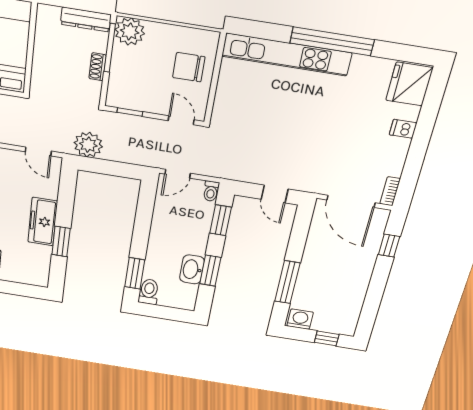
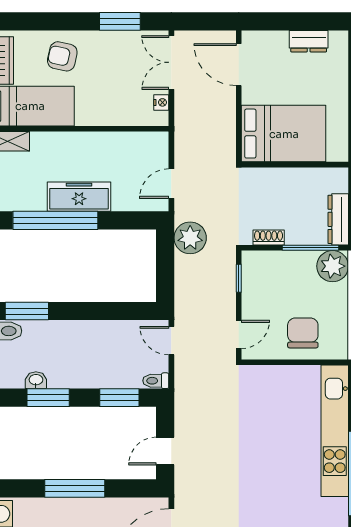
shoe rack: (98, 67) -> (269, 237), moved
window: (61, 242) -> (55, 220), width x2.11
washbasin: (192, 269) -> (36, 380), width x0.52, depth x0.69
window: (287, 282) -> (75, 488), moved

